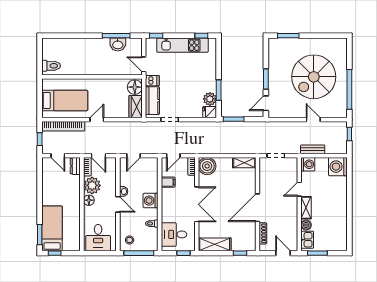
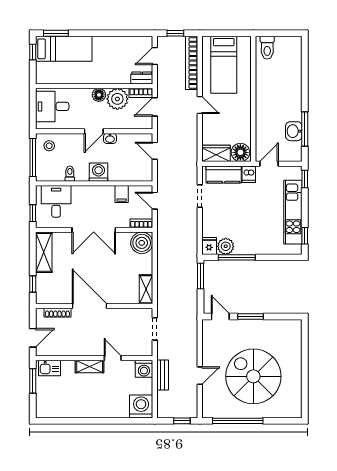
window: (288, 36) -> (305, 344), removed
window: (219, 90) -> (237, 257), width x1.44
boiler: (306, 225) -> (68, 367), removed

